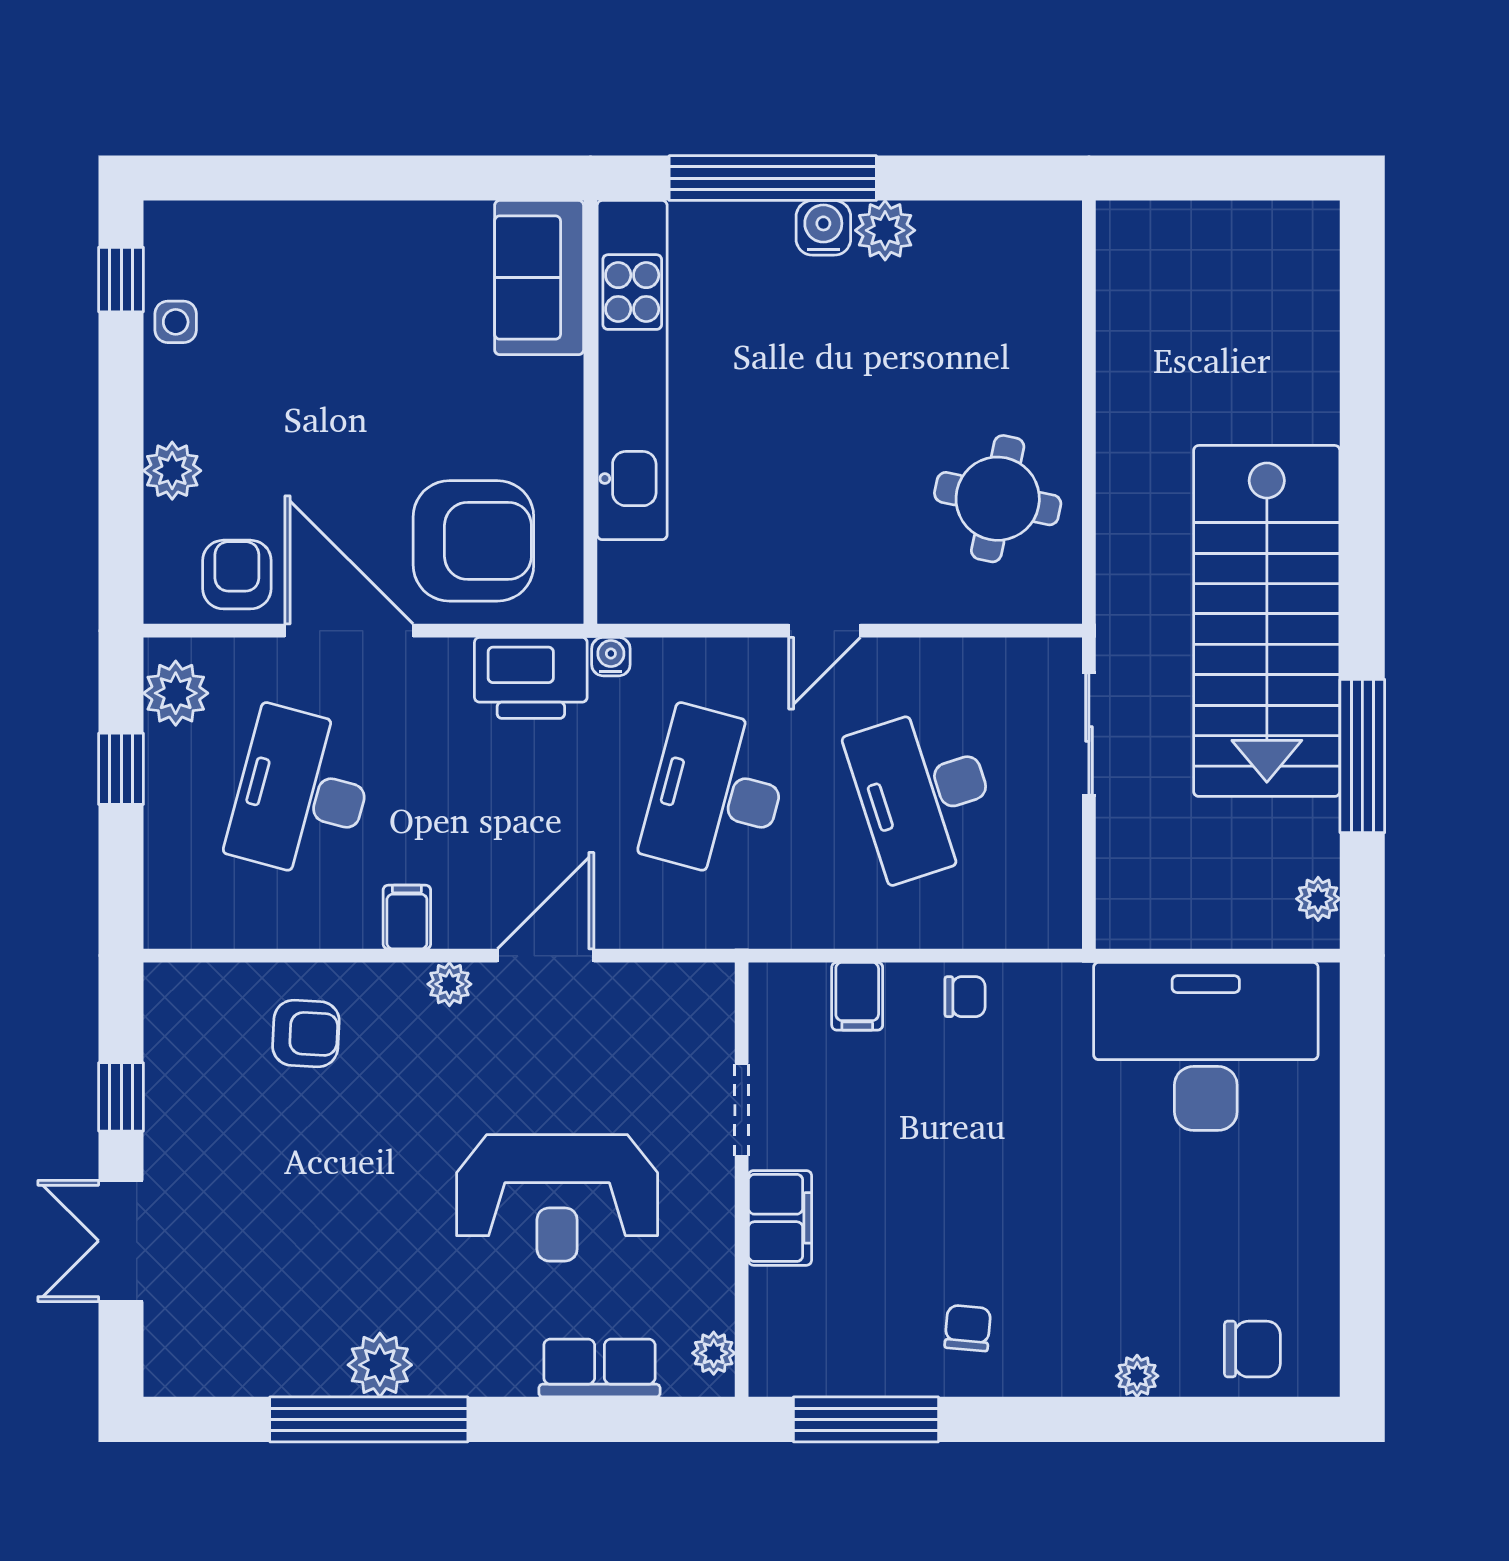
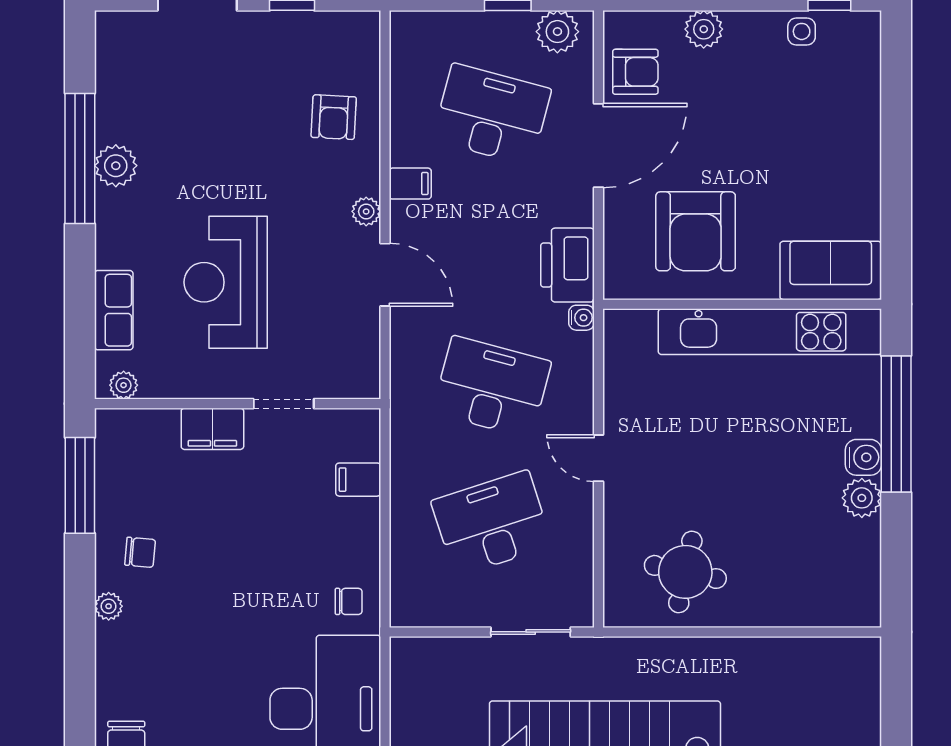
armchair: (473, 541) -> (696, 231), moved
chair: (965, 997) -> (349, 601), moved, turned -90
plant: (1137, 1376) -> (109, 606), moved

